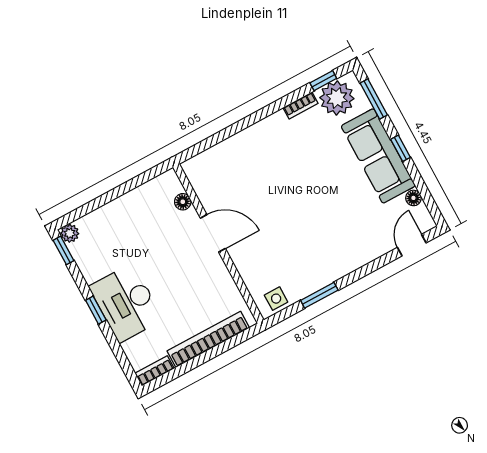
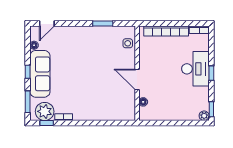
side table: (276, 299) -> (128, 43), moved

